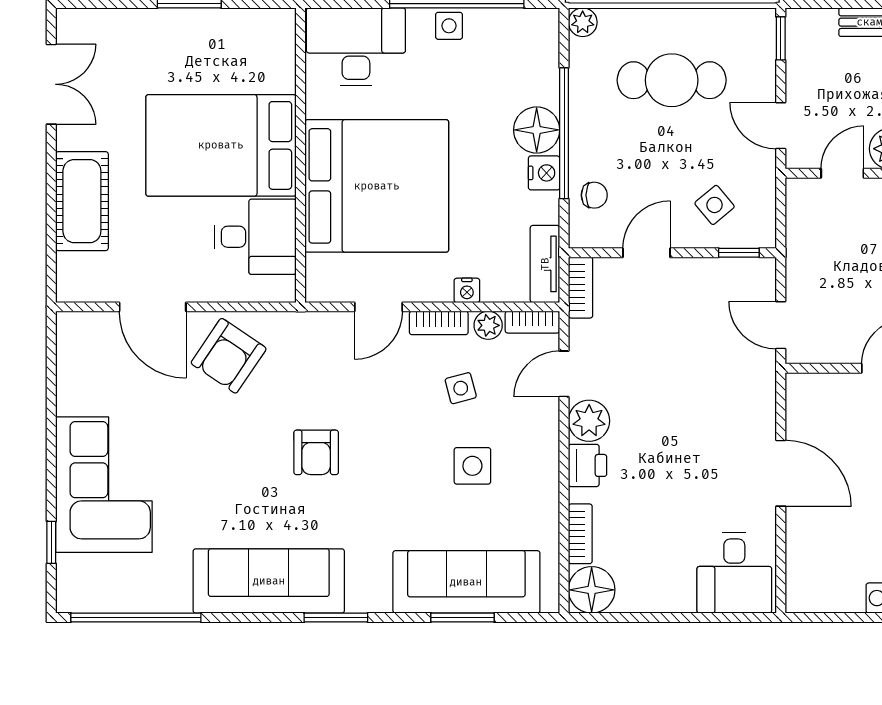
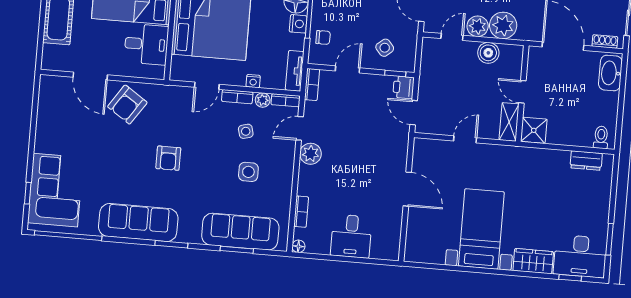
printer: (588, 465) -> (404, 87), moved, turned 180
corner sofa: (104, 485) -> (55, 190), moved
desk: (734, 573) -> (351, 236), moved
floor lamp: (592, 590) -> (298, 246), width x0.53, depth x0.53

